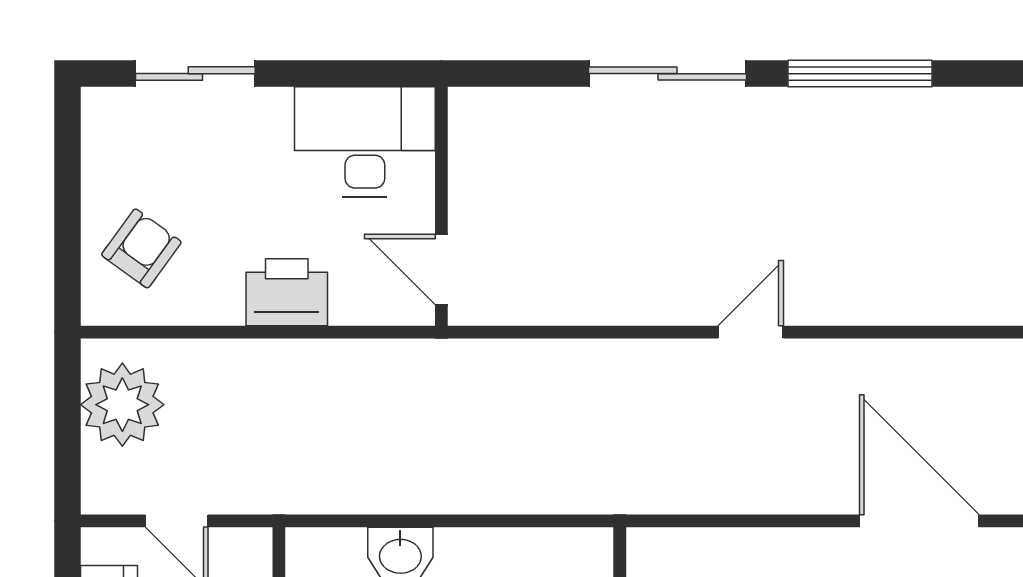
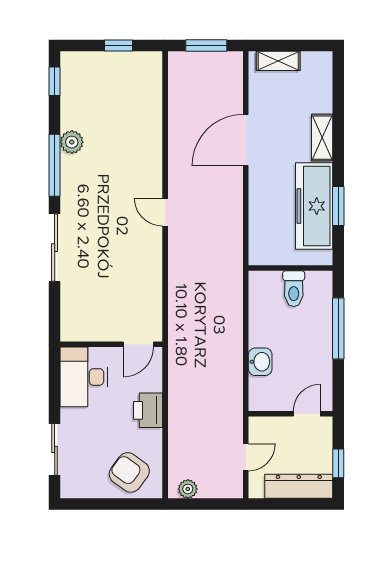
plant: (914, 114) -> (72, 142), added
armchair: (141, 248) -> (129, 472), width x1.38, depth x1.38
plant: (122, 405) -> (188, 489), width x0.53, depth x0.53

